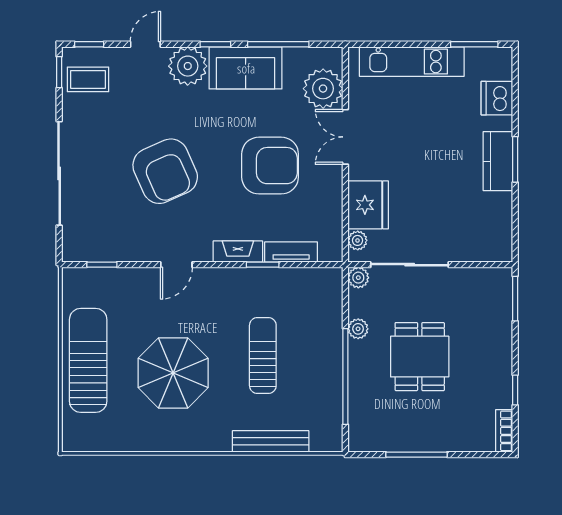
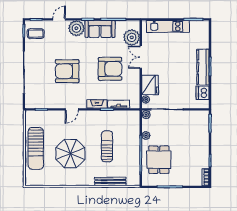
dishwasher: (497, 98) -> (203, 93), moved
kitchen counter: (498, 161) -> (203, 67), width x1.50
armchair: (165, 171) -> (67, 71), turned 114
dining table: (420, 357) -> (159, 160), moved
sun lounger: (88, 360) -> (36, 148), turned 180

